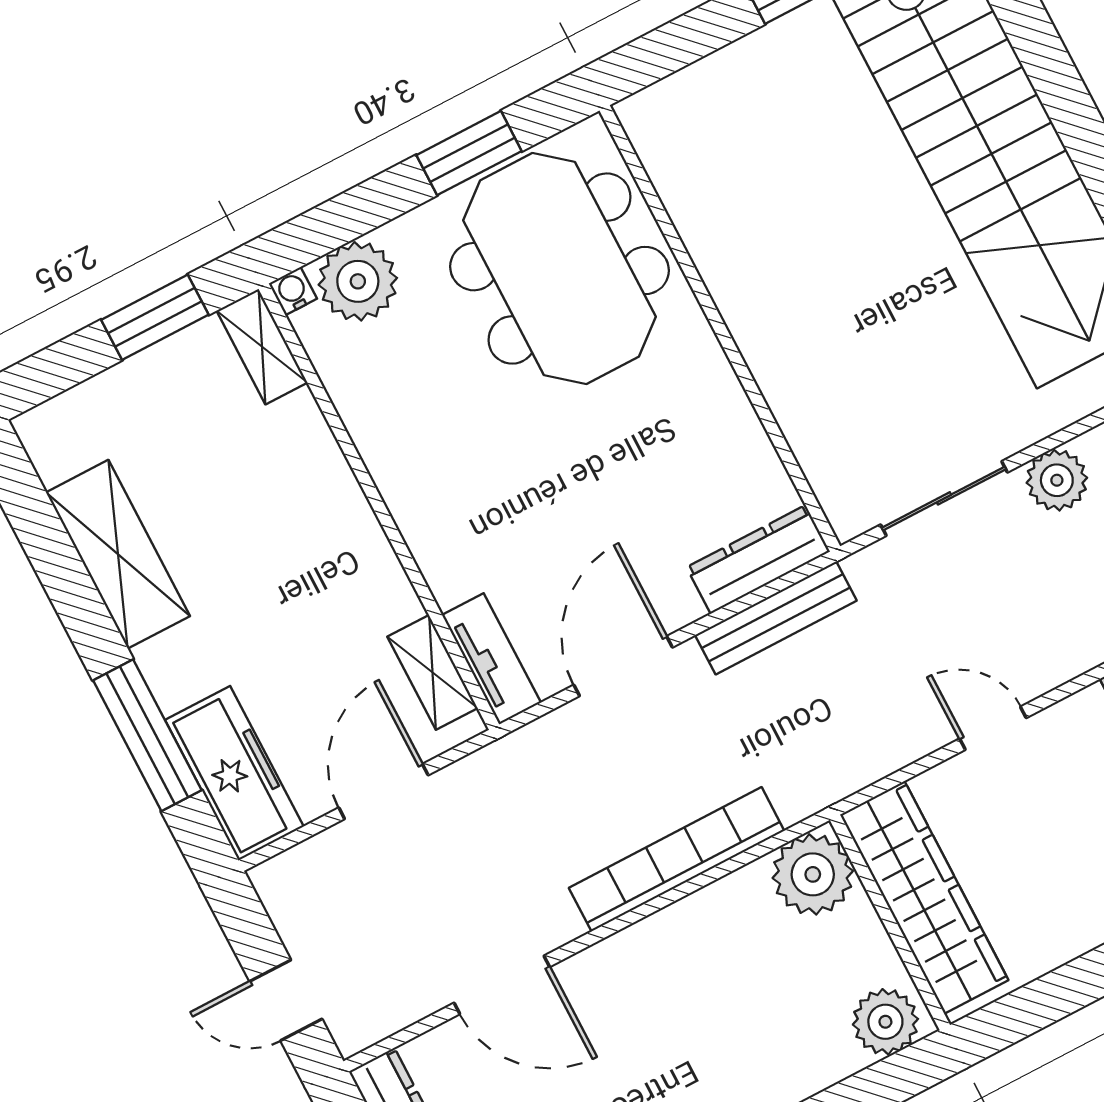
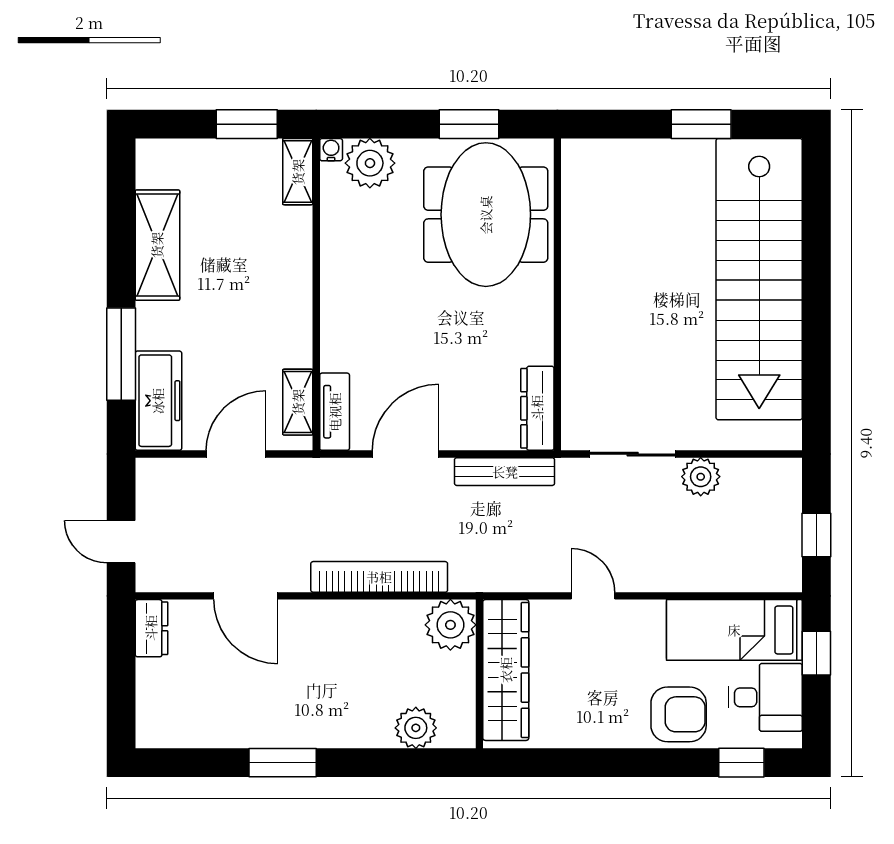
dresser: (758, 559) -> (537, 408), moved, turned -90
plant: (885, 1022) -> (416, 728), moved

